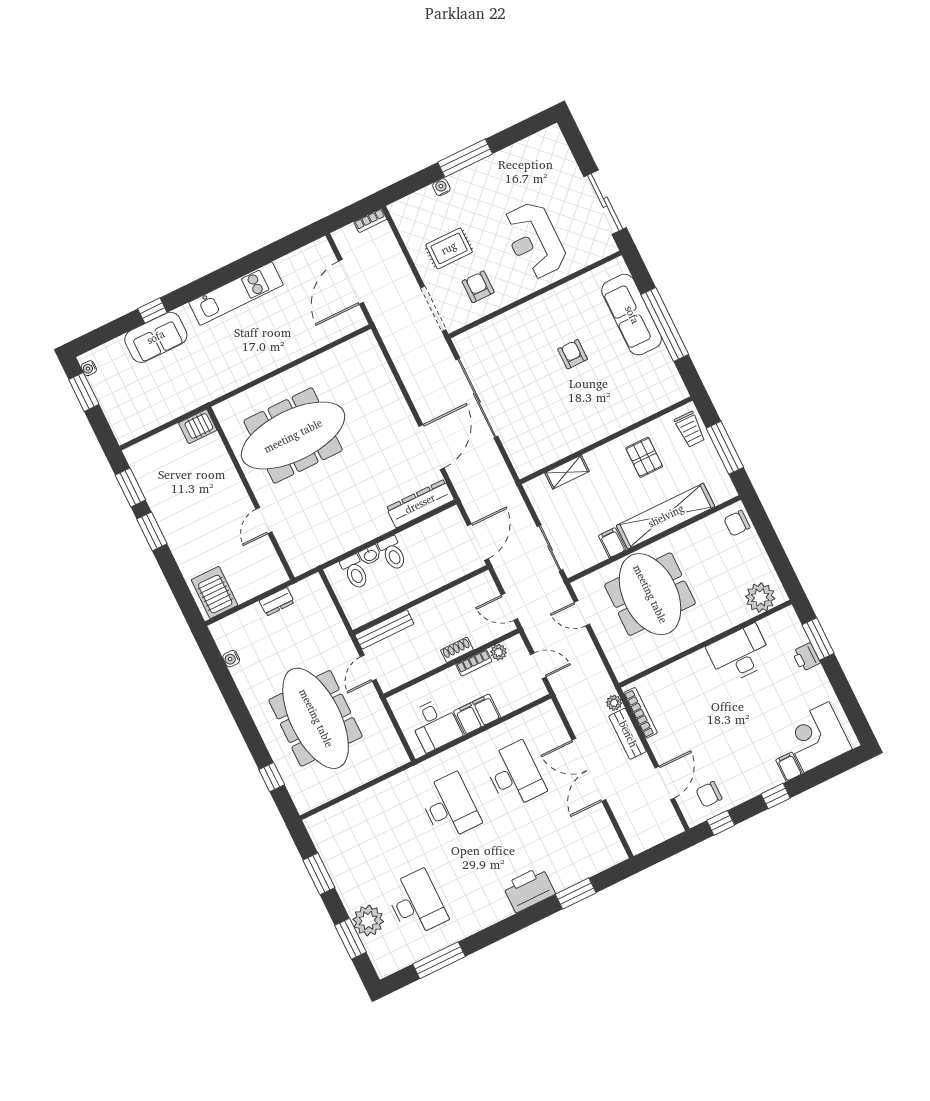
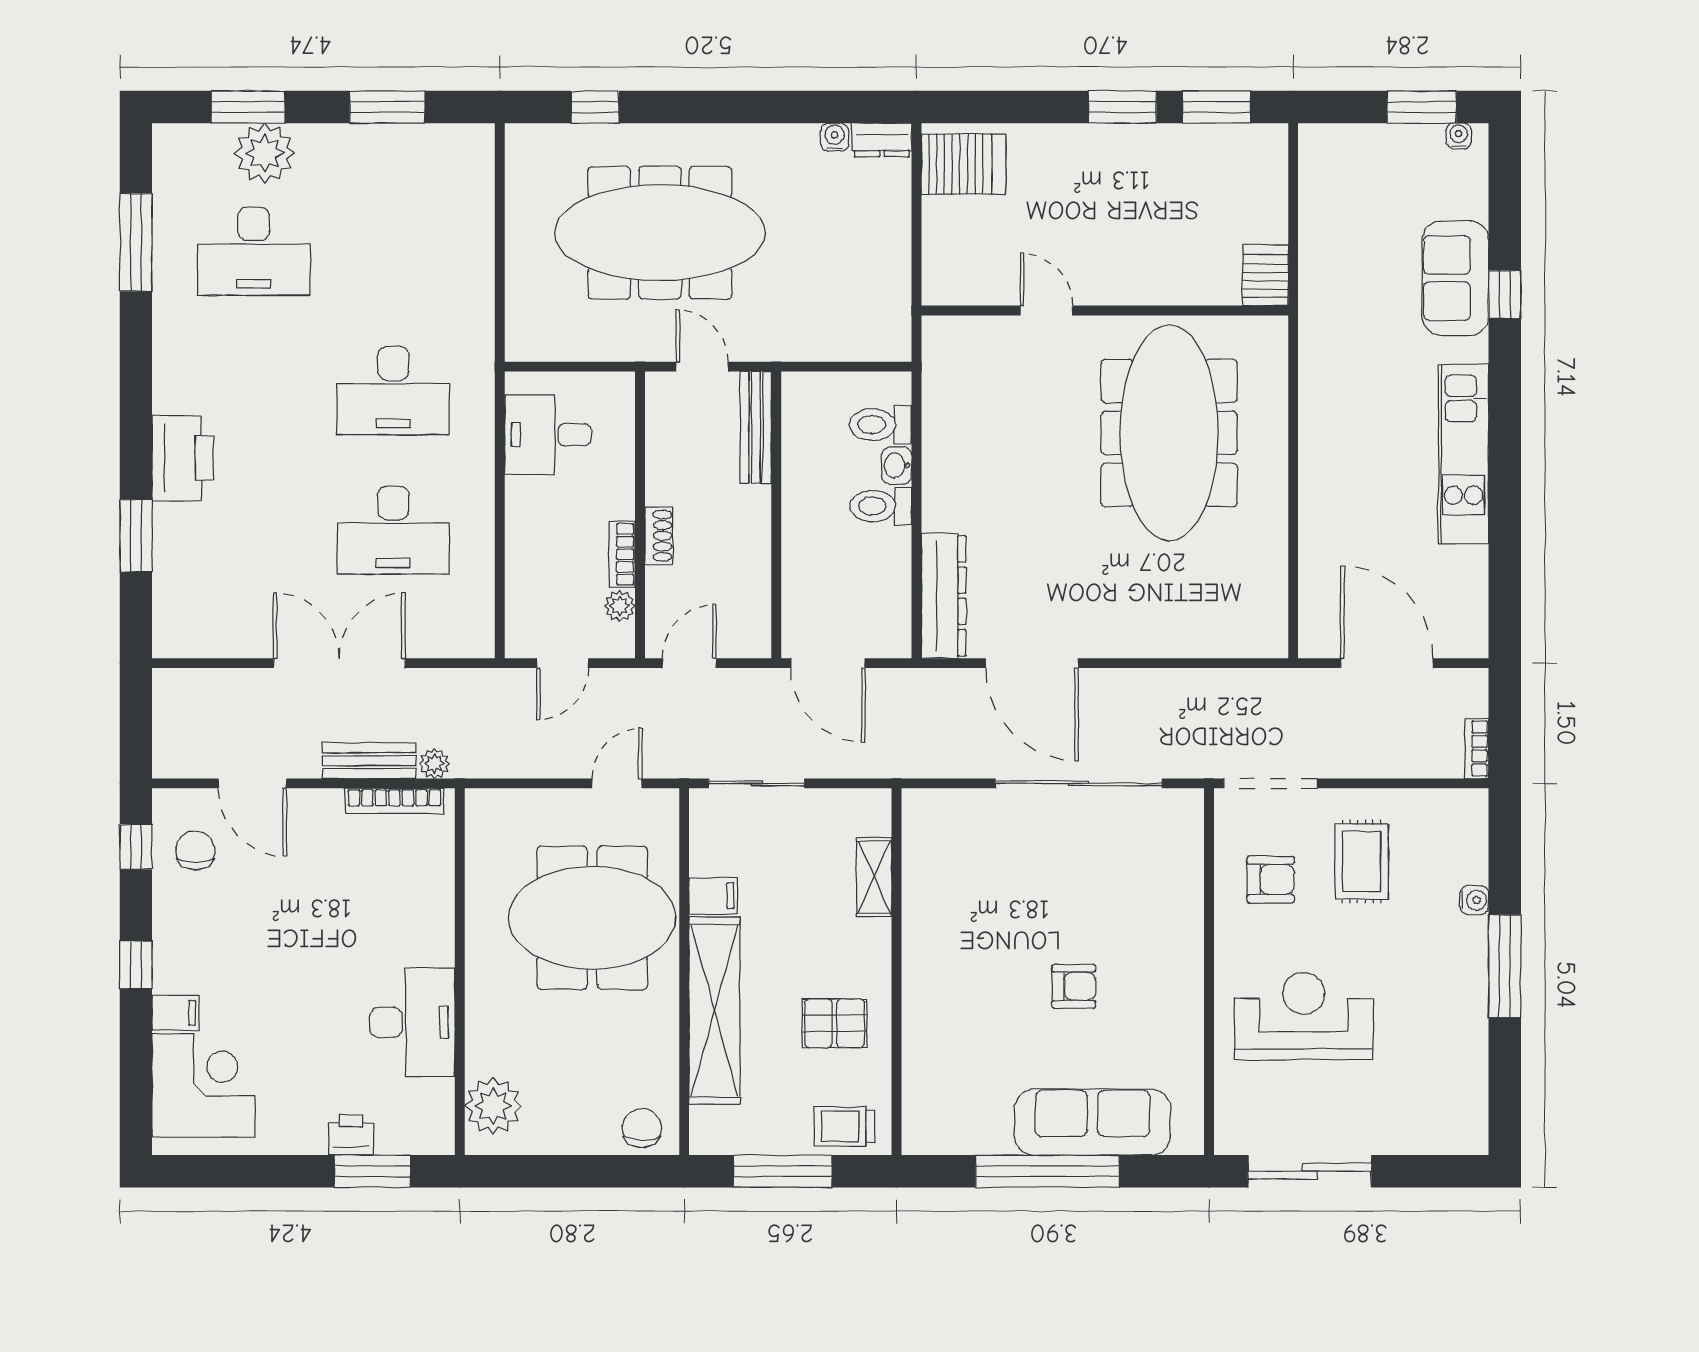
dresser: (277, 602) -> (882, 140), moved, turned -90
filing cabinet: (477, 714) -> (530, 516), removed

